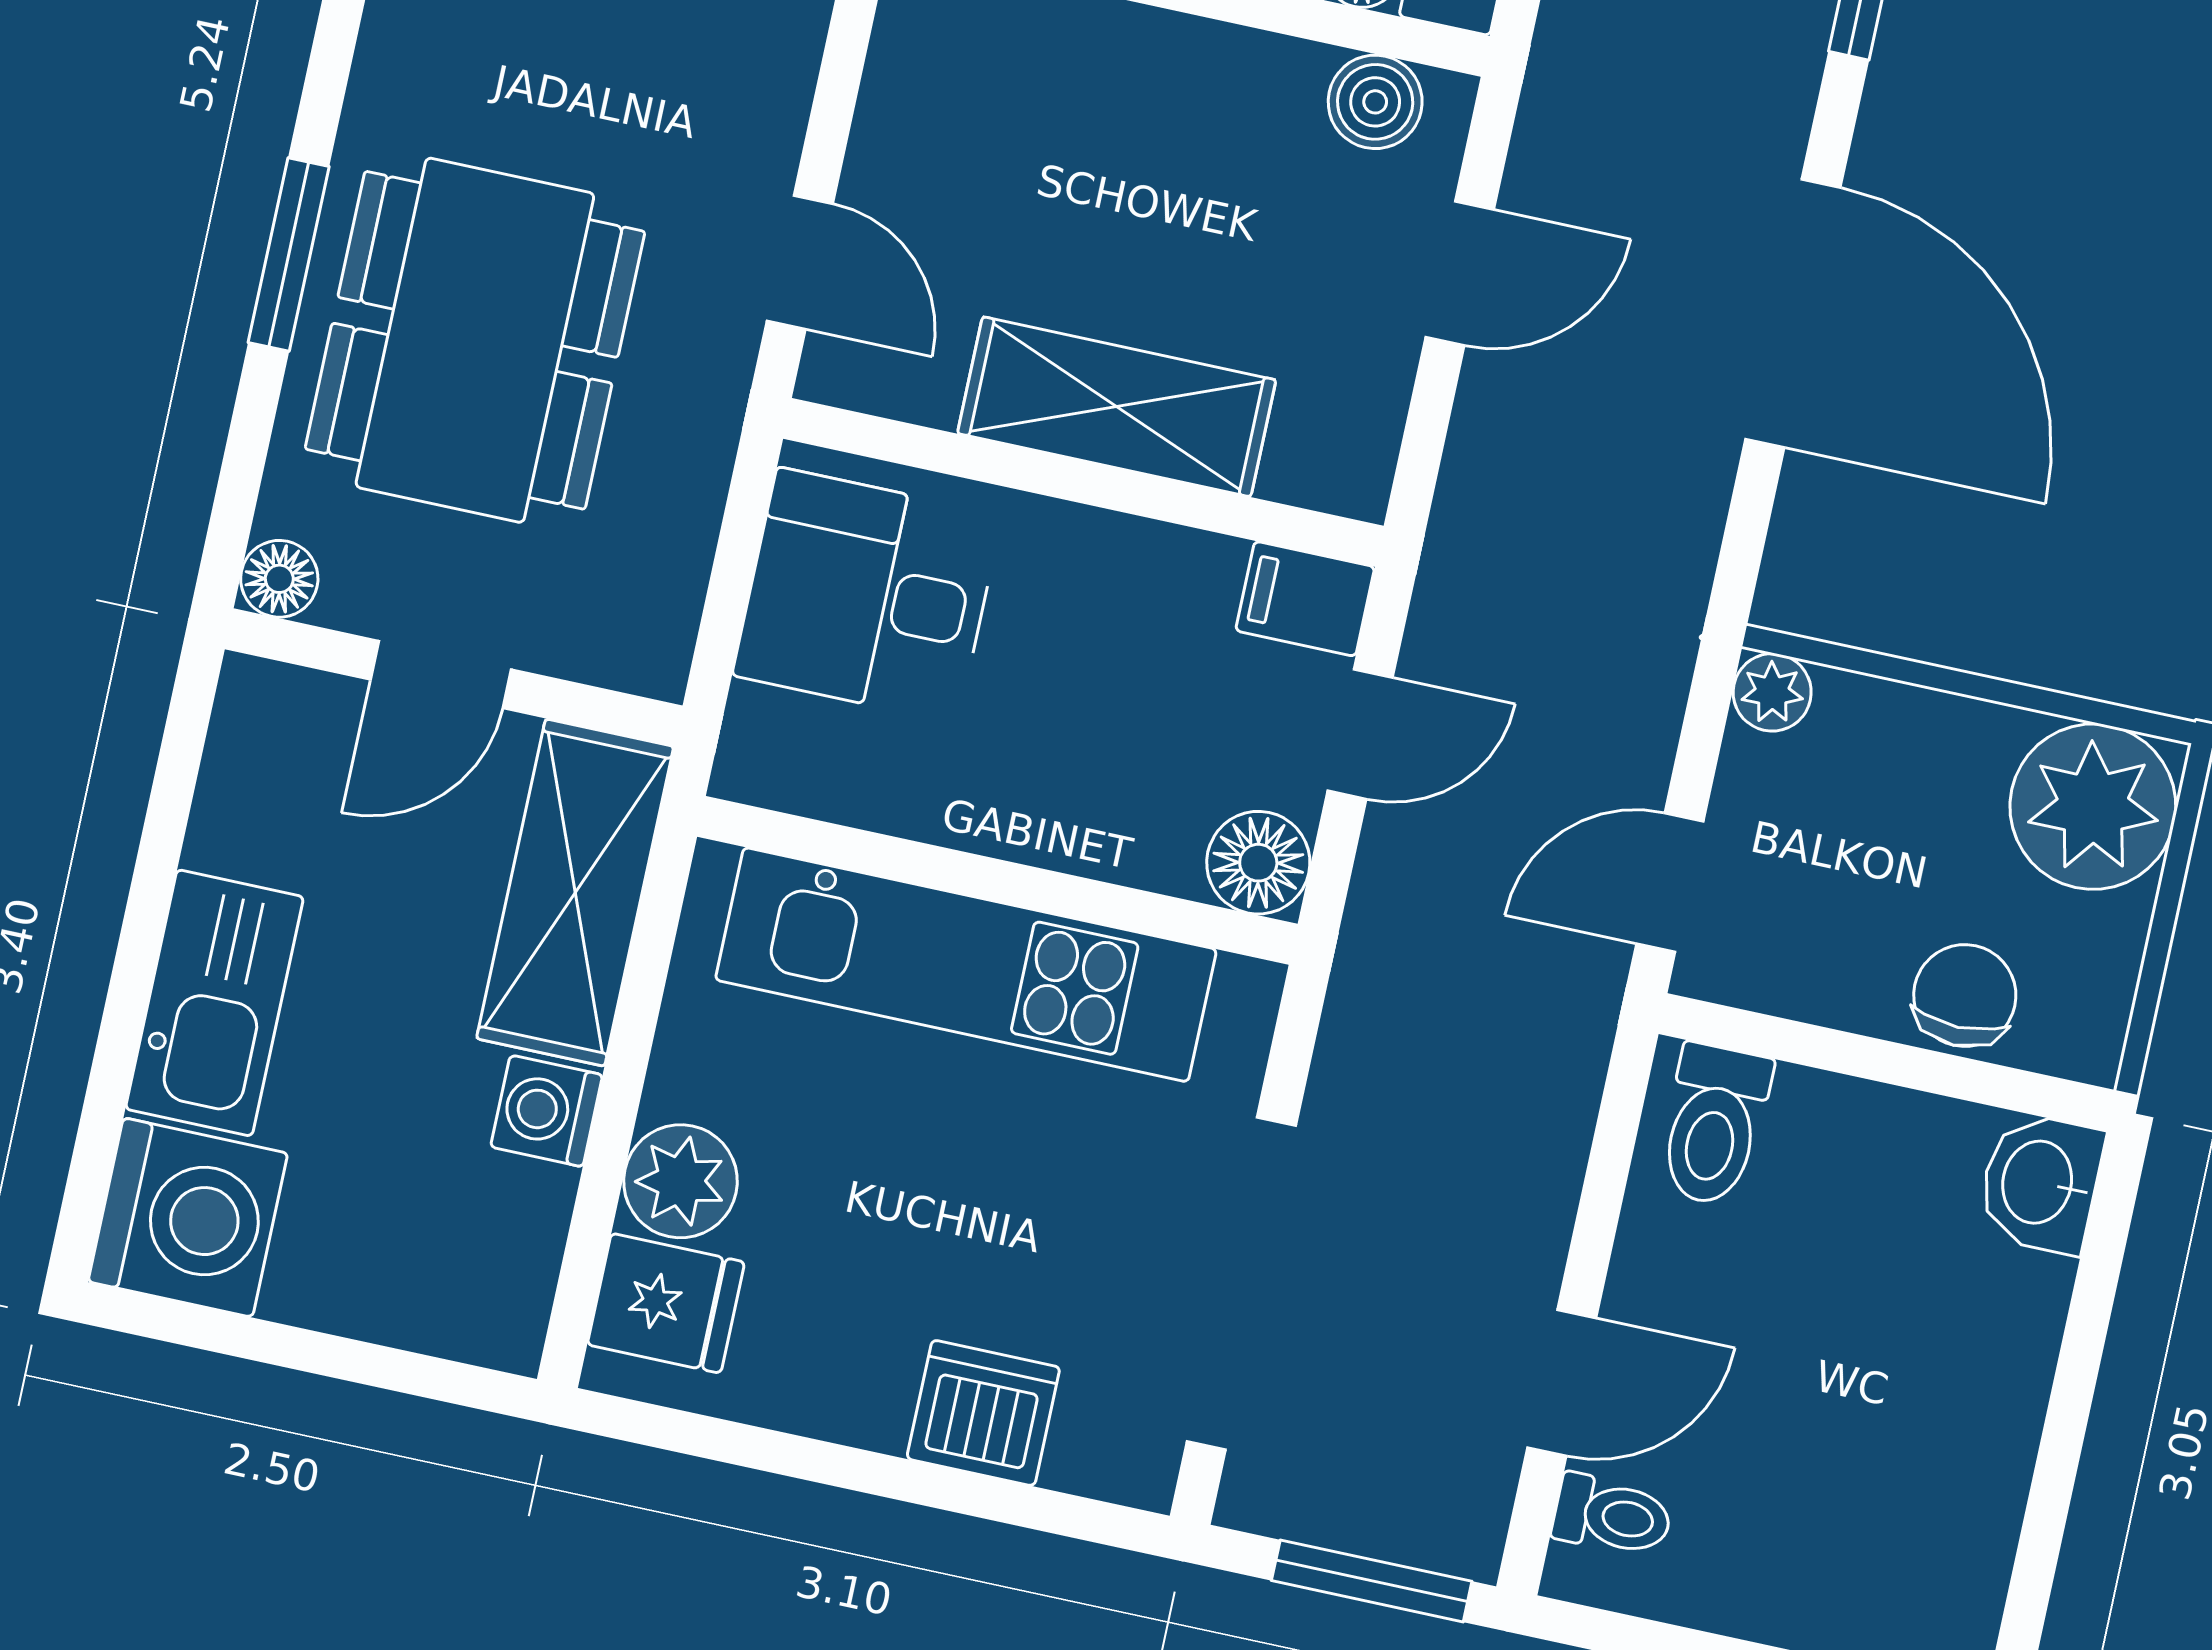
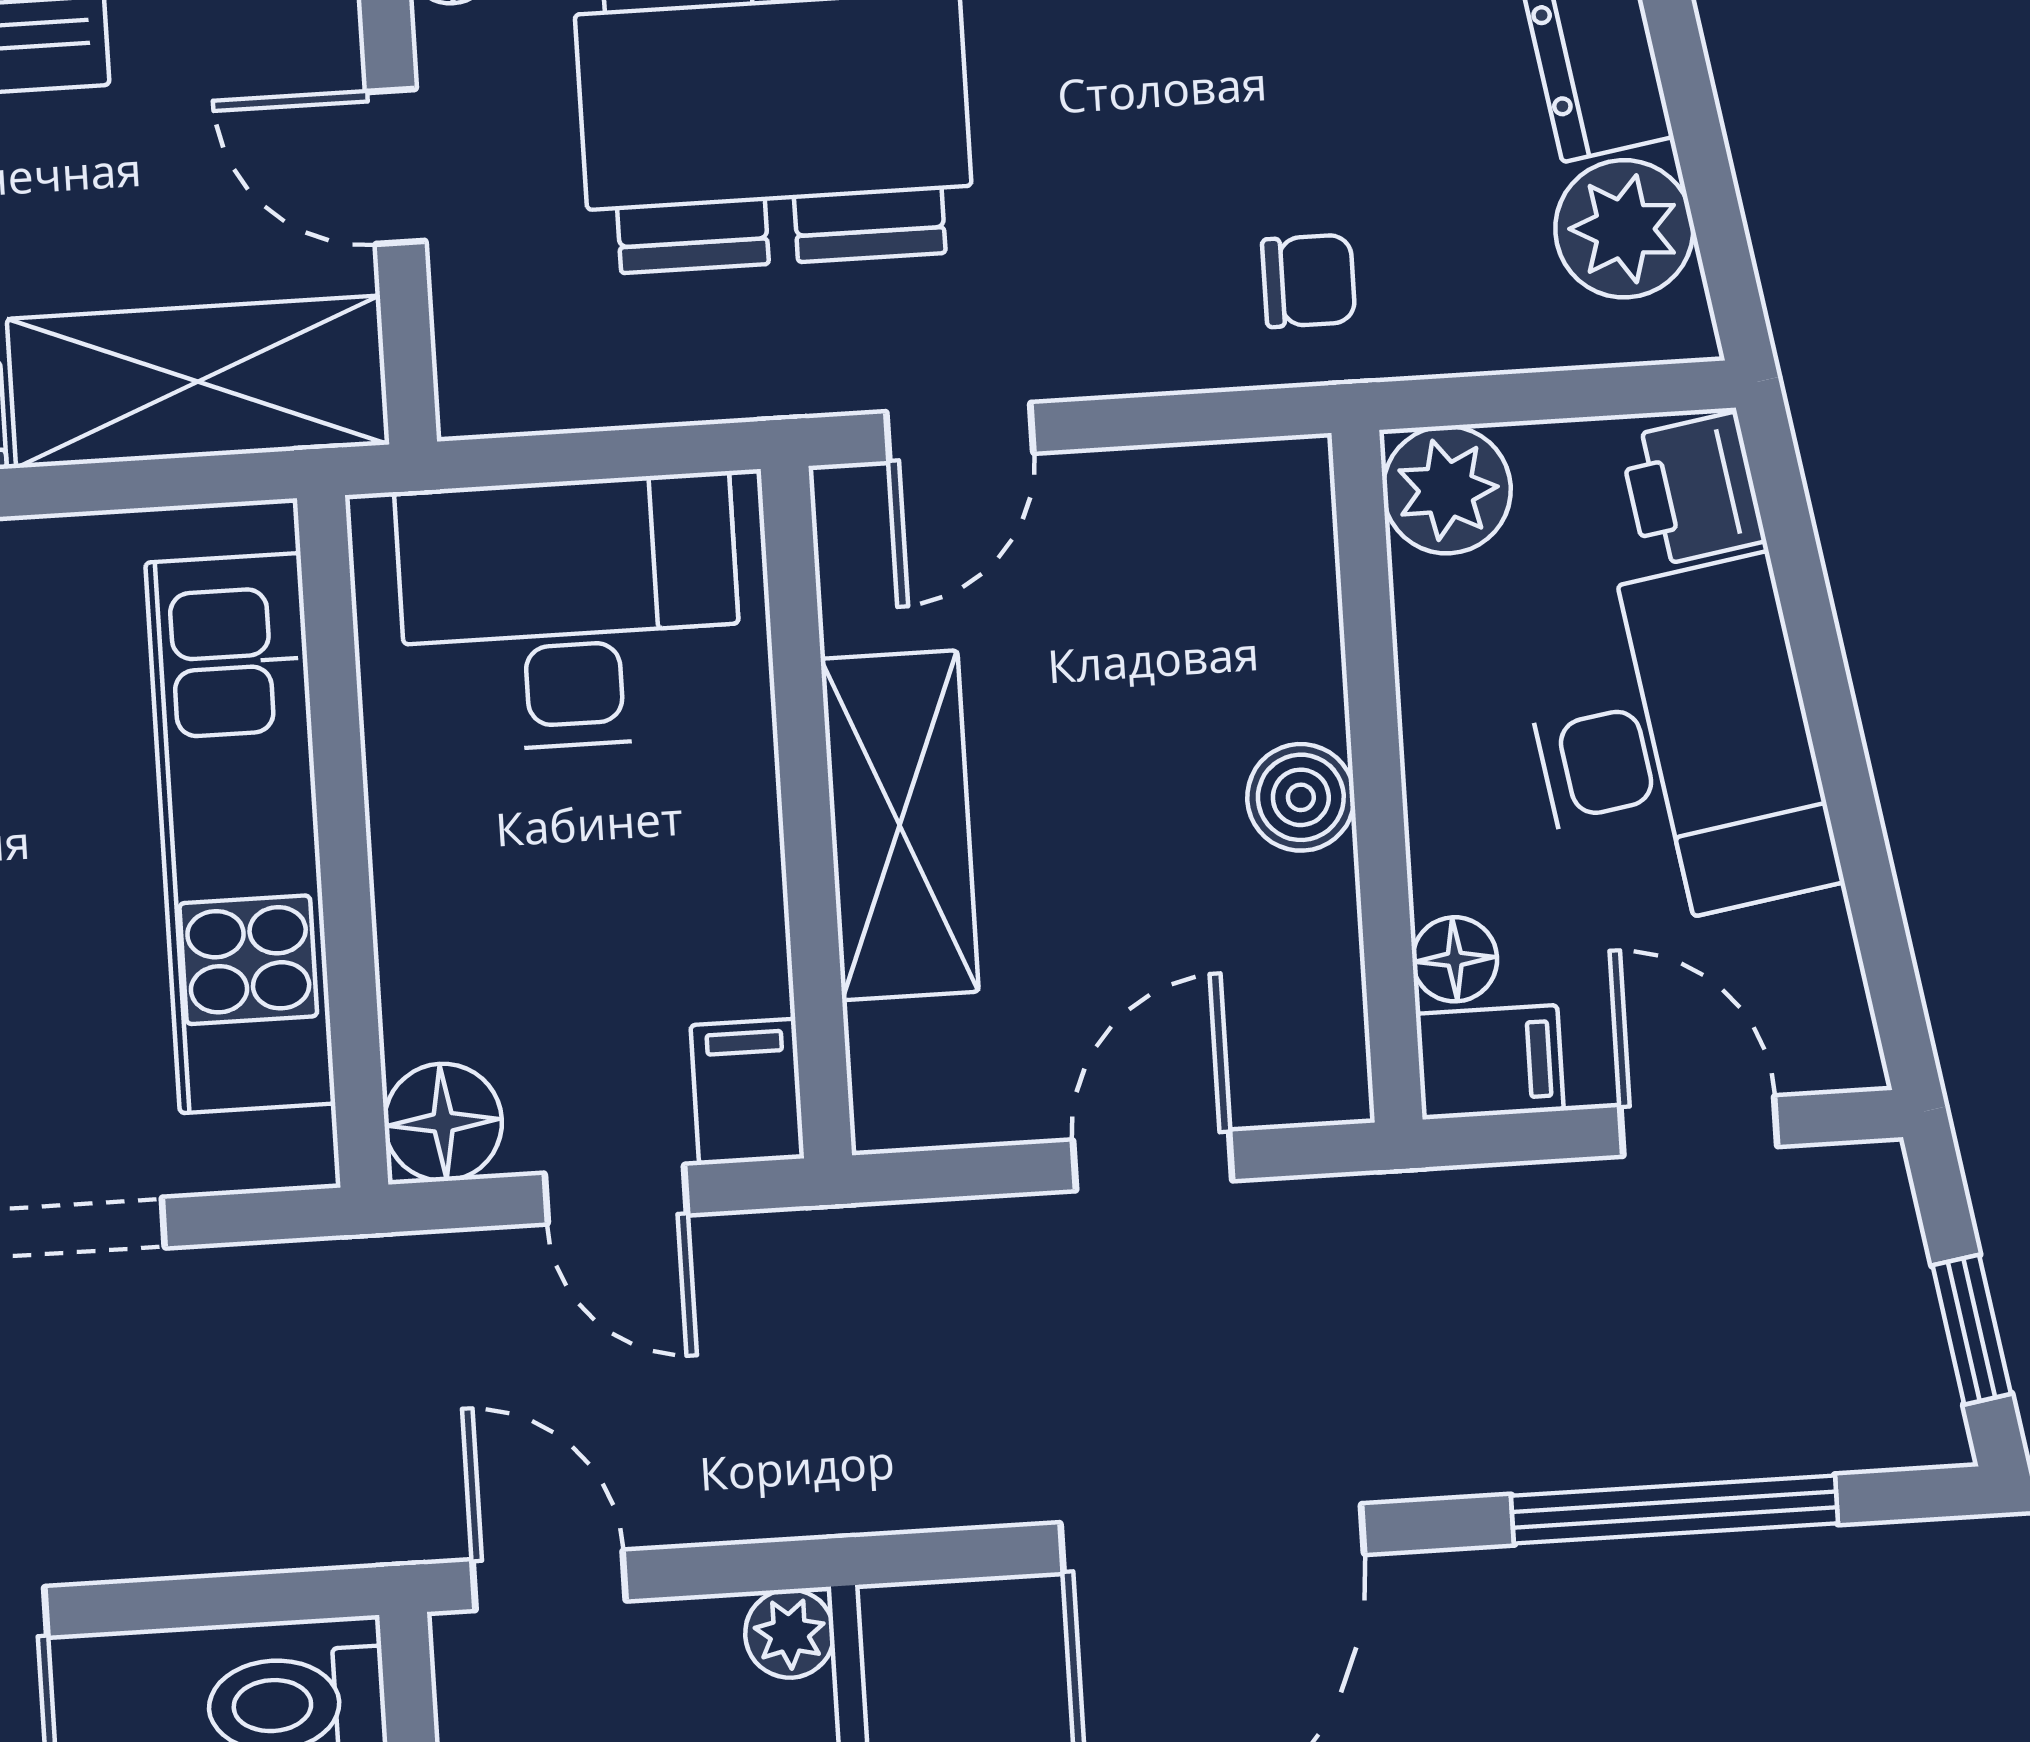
boiler: (1375, 102) -> (1301, 797), moved
door: (1460, 273) -> (1153, 1160), swing flipped
desk: (867, 595) -> (570, 613), width x1.37

